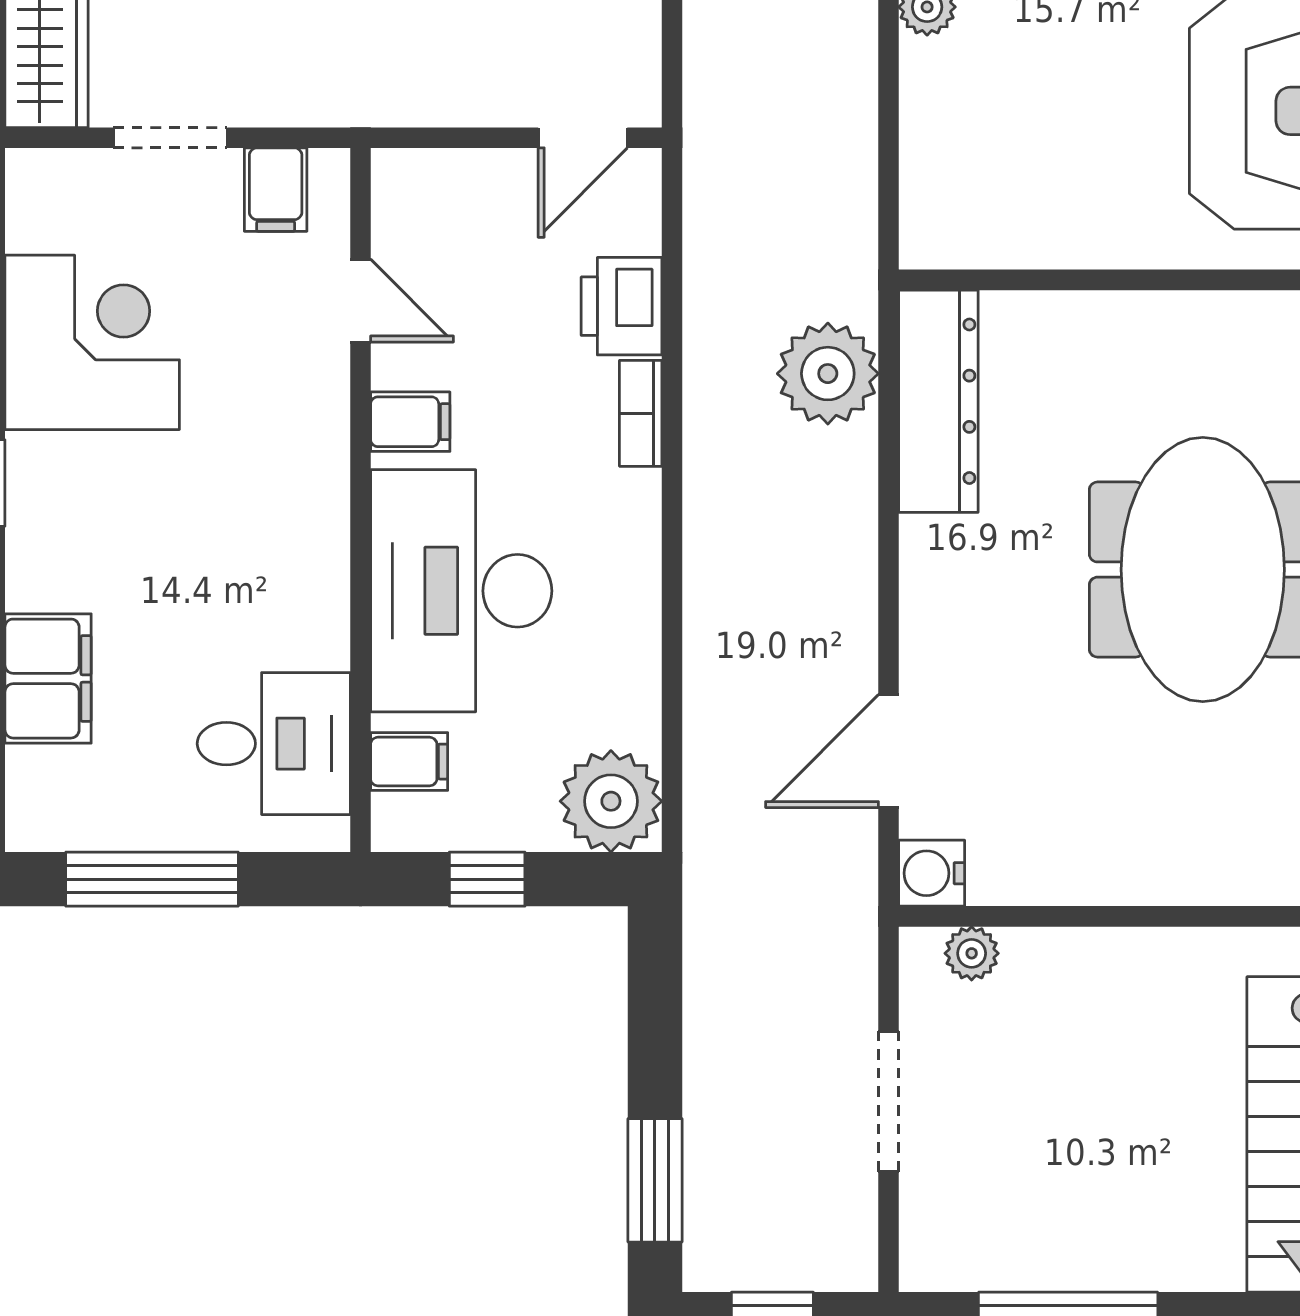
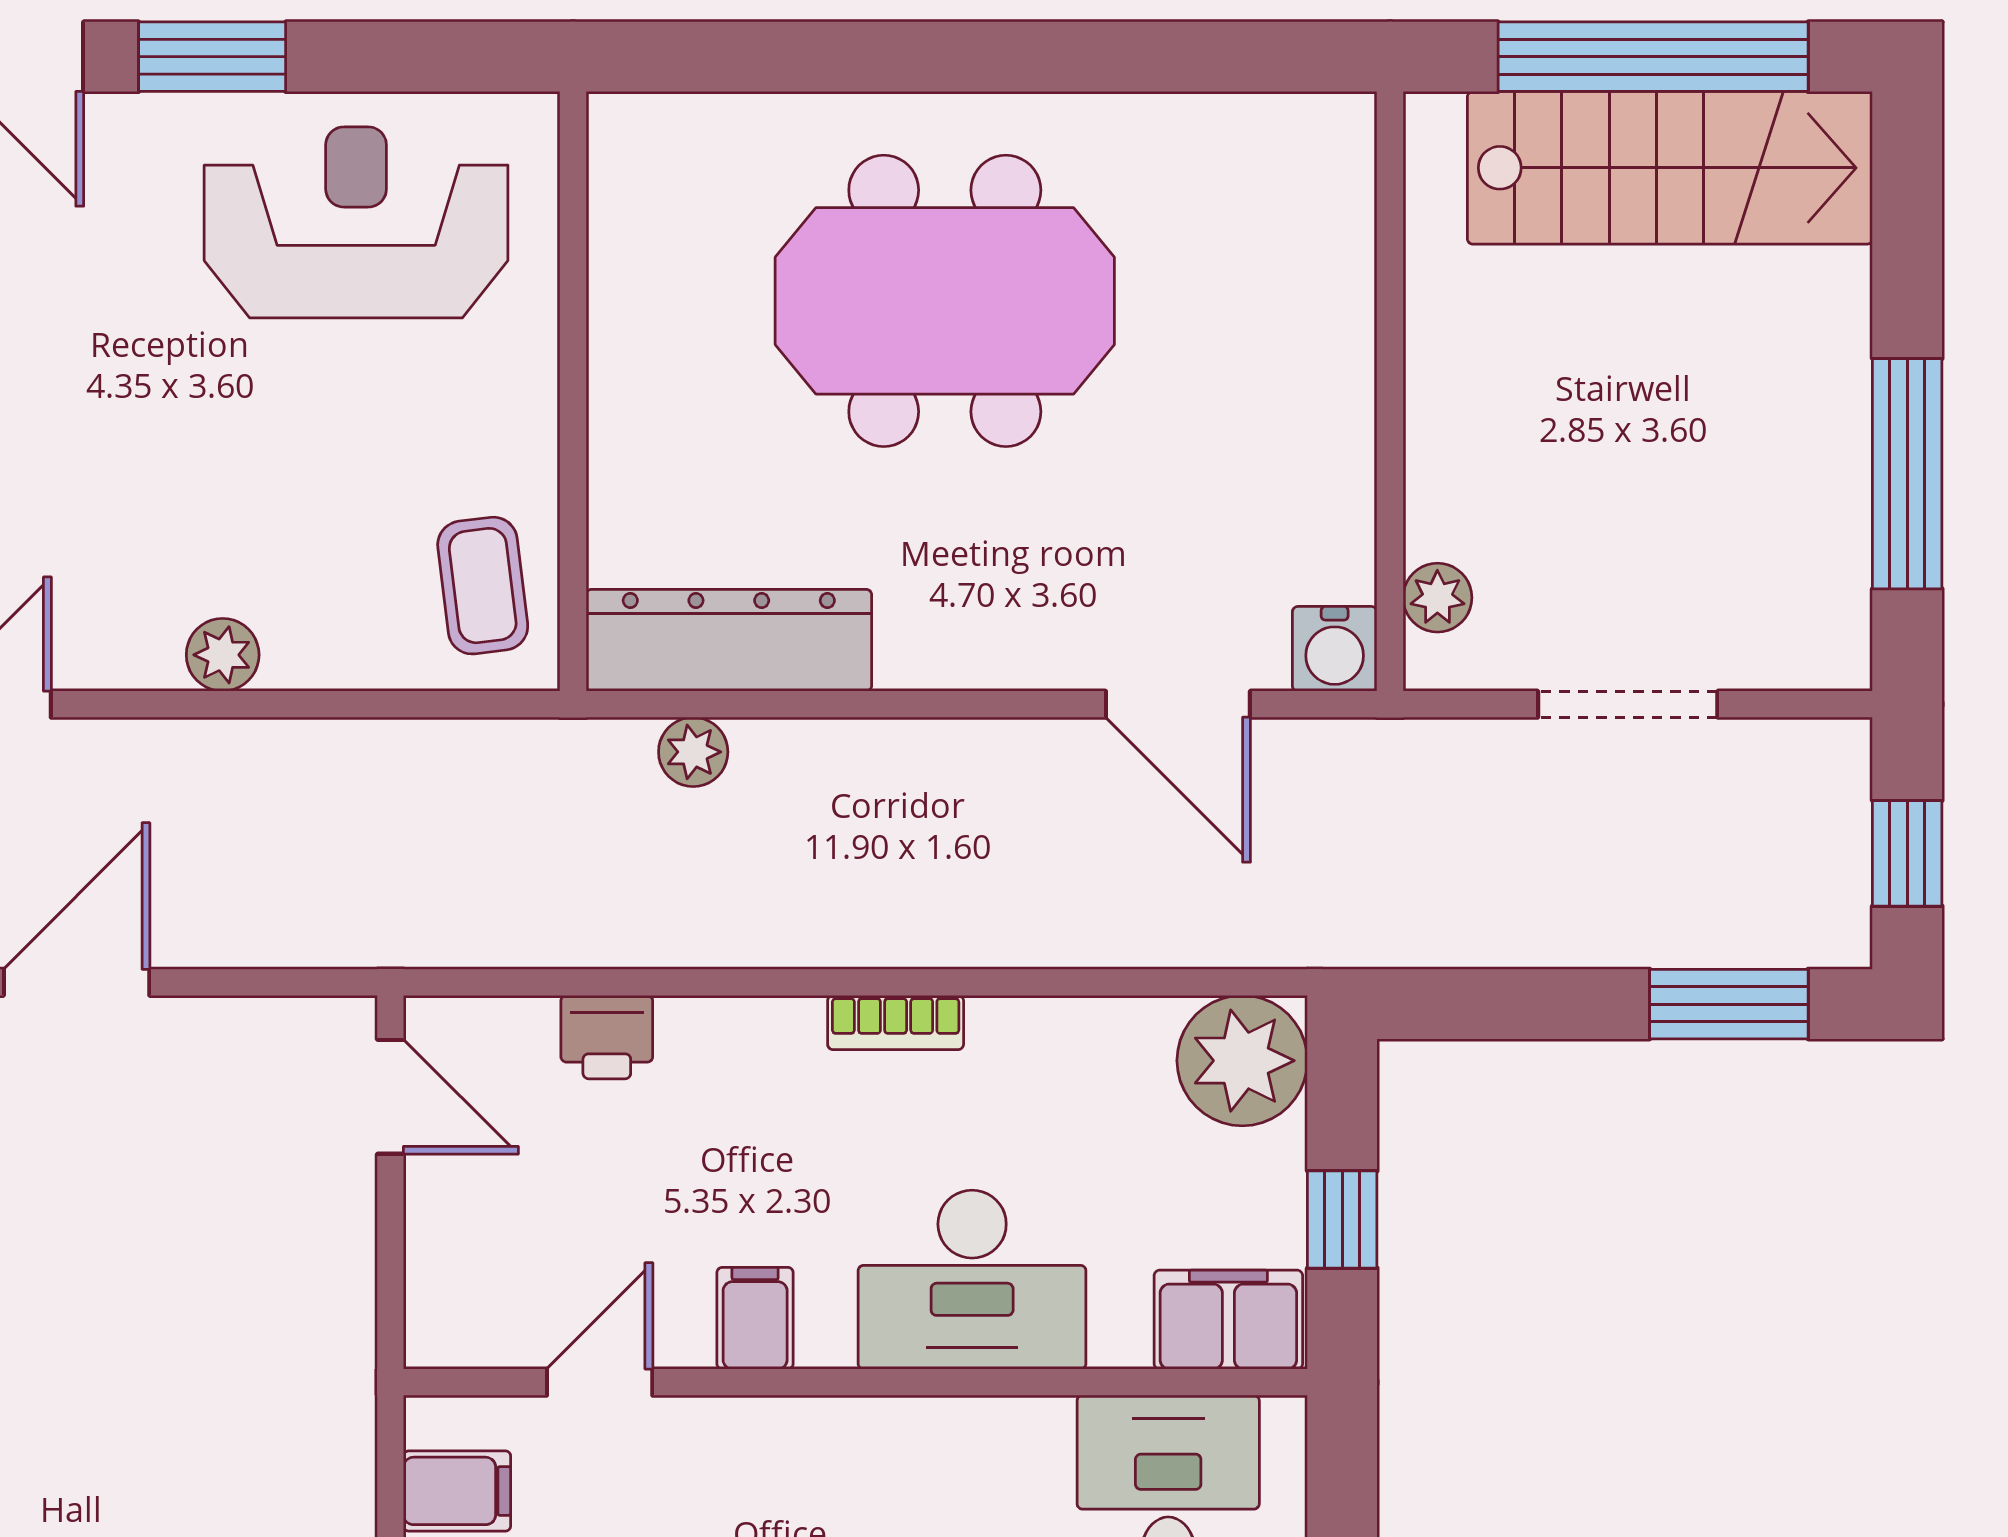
coffee table: (981, 210) -> (483, 586), added
printer: (621, 306) -> (607, 1037), width x0.73, depth x0.81
plant: (828, 374) -> (693, 752), width x0.53, depth x0.53
bookcase: (641, 413) -> (896, 1023), moved
desk: (461, 591) -> (972, 1280), width x0.73, depth x0.77
filing cabinet: (409, 762) -> (1228, 1320), width x2.00

